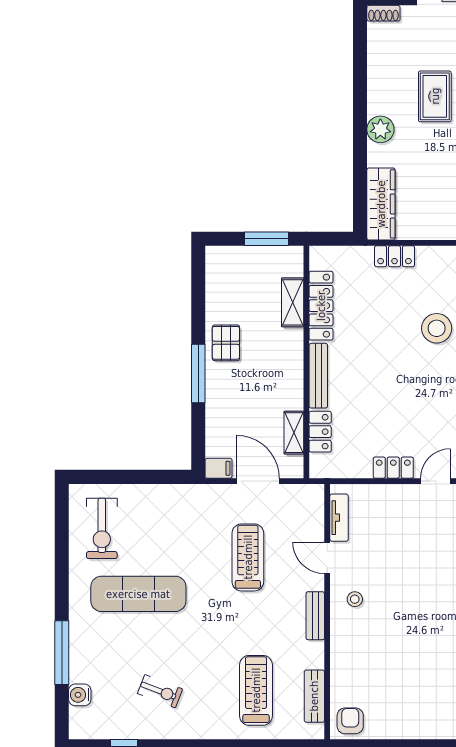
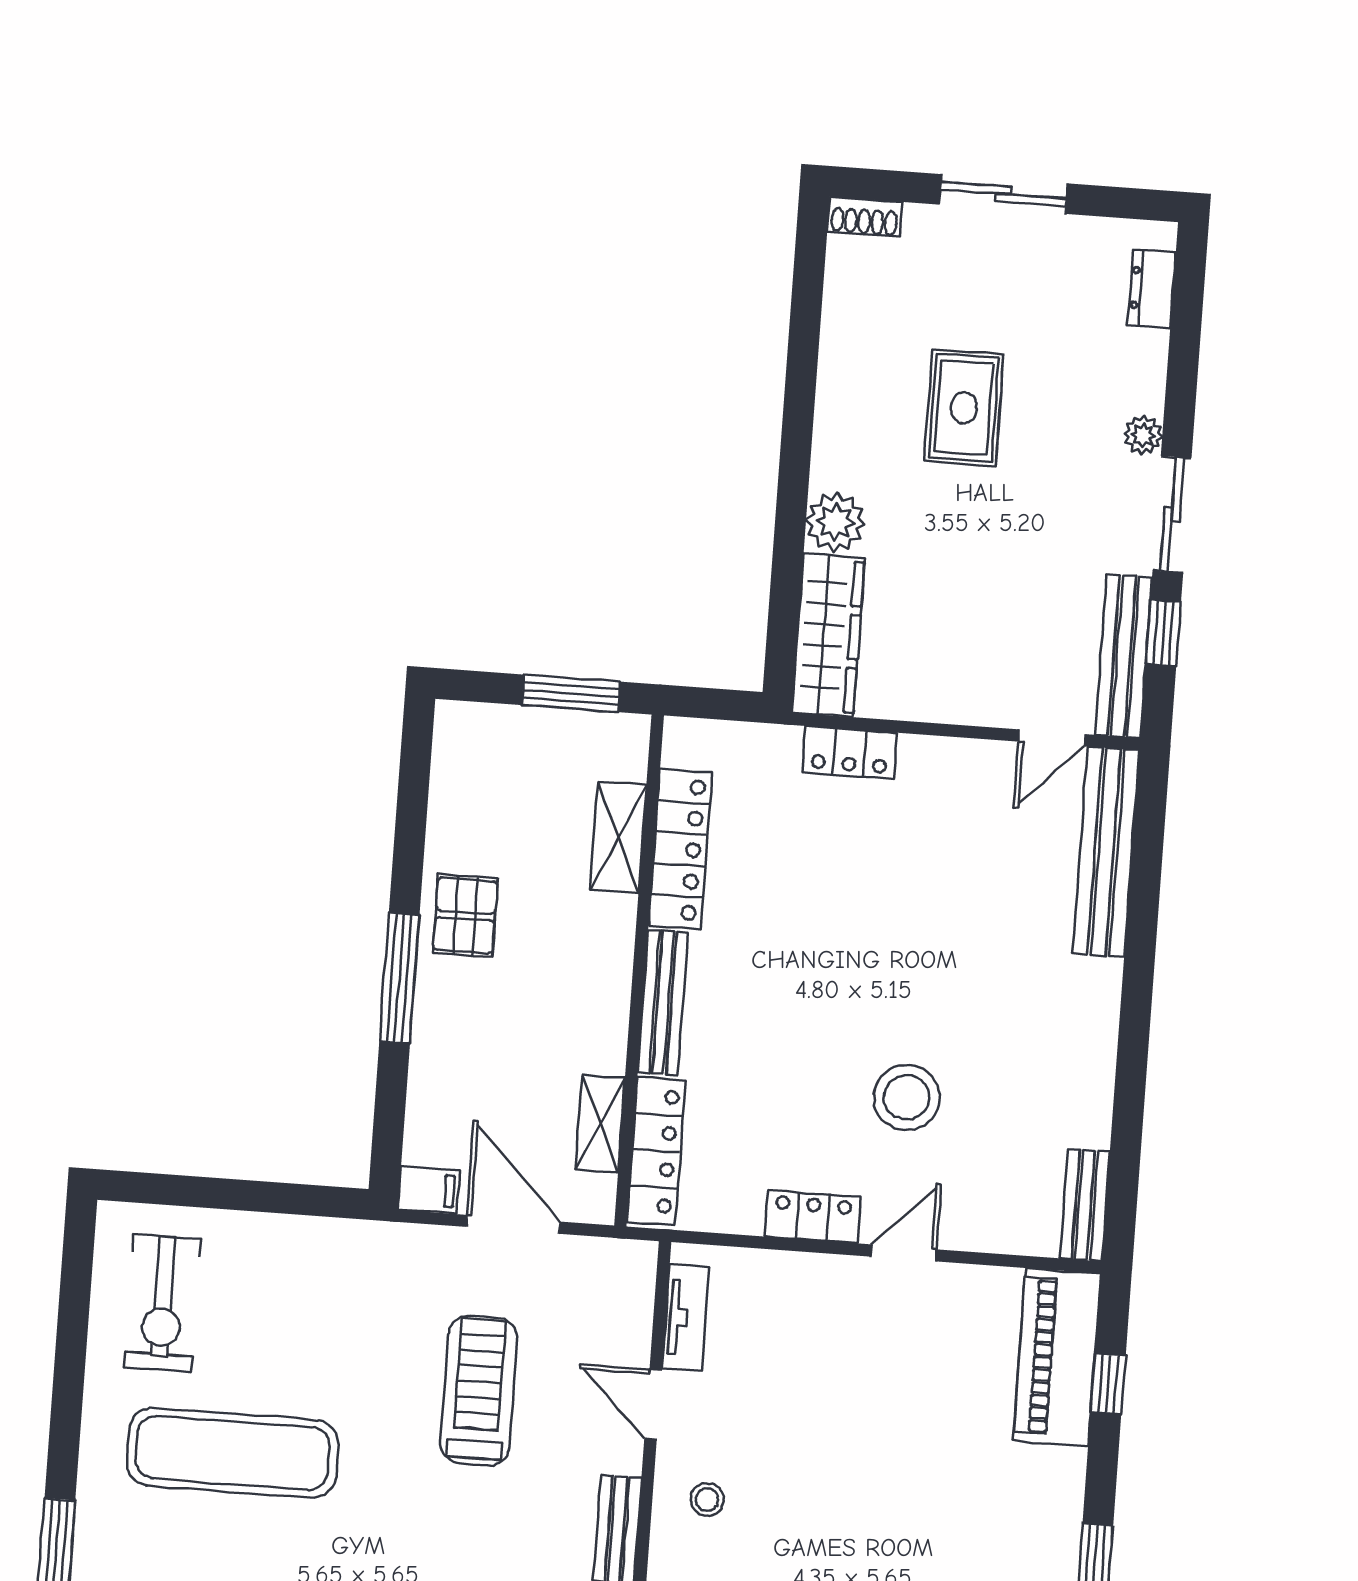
plant: (380, 129) -> (836, 522), moved
stool: (437, 328) -> (907, 1097), moved
locker: (320, 432) -> (656, 1151), width x1.53

